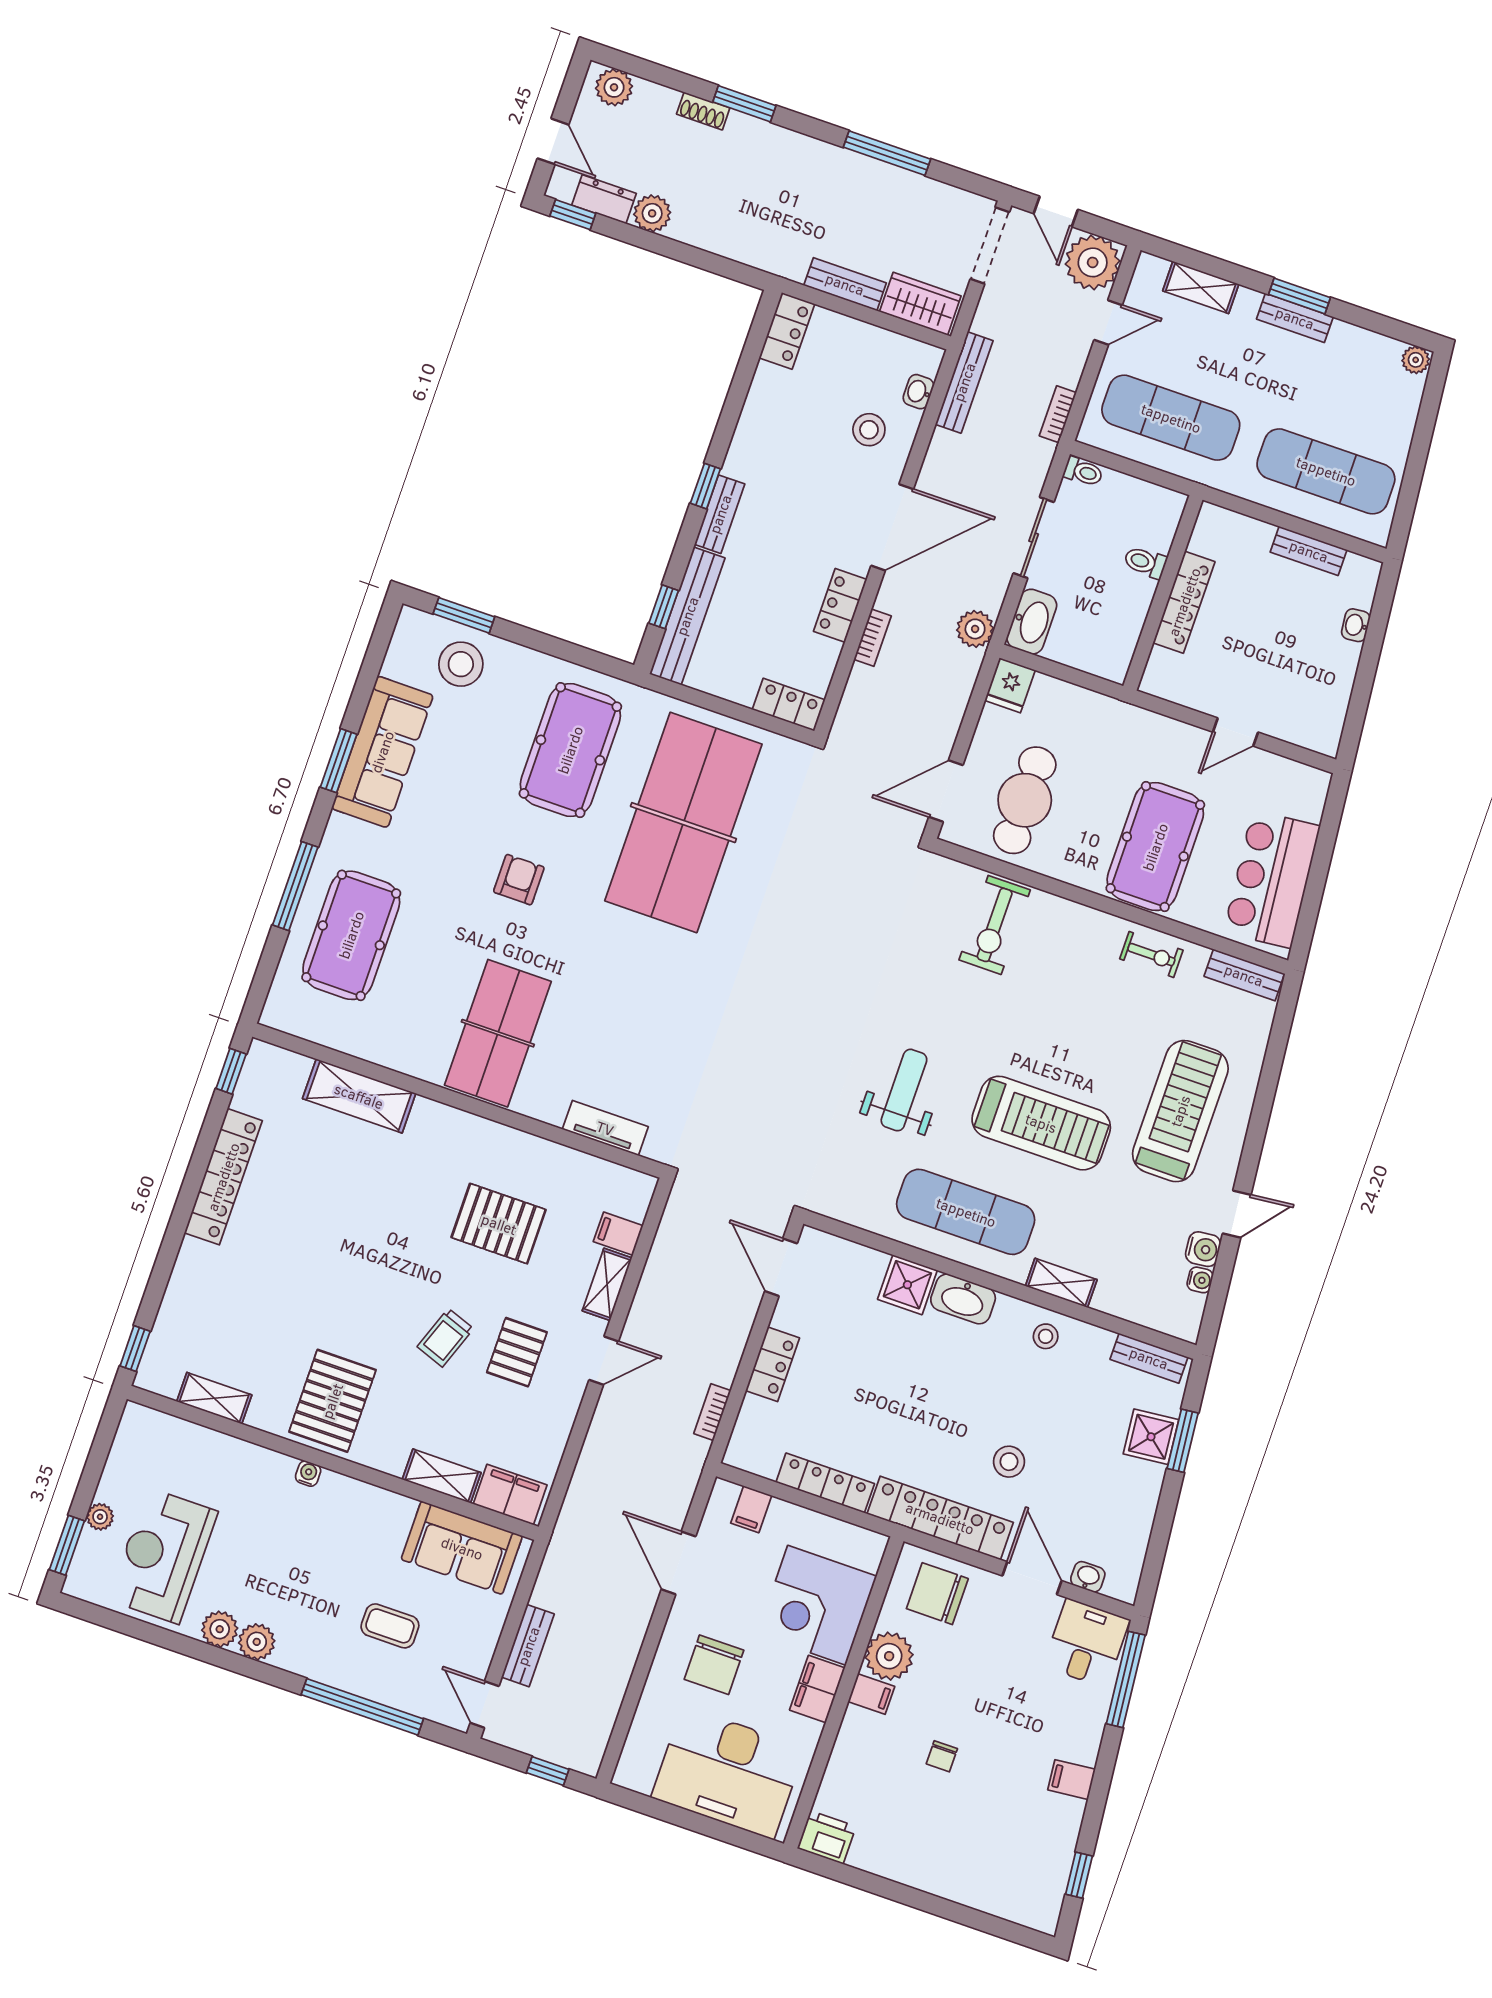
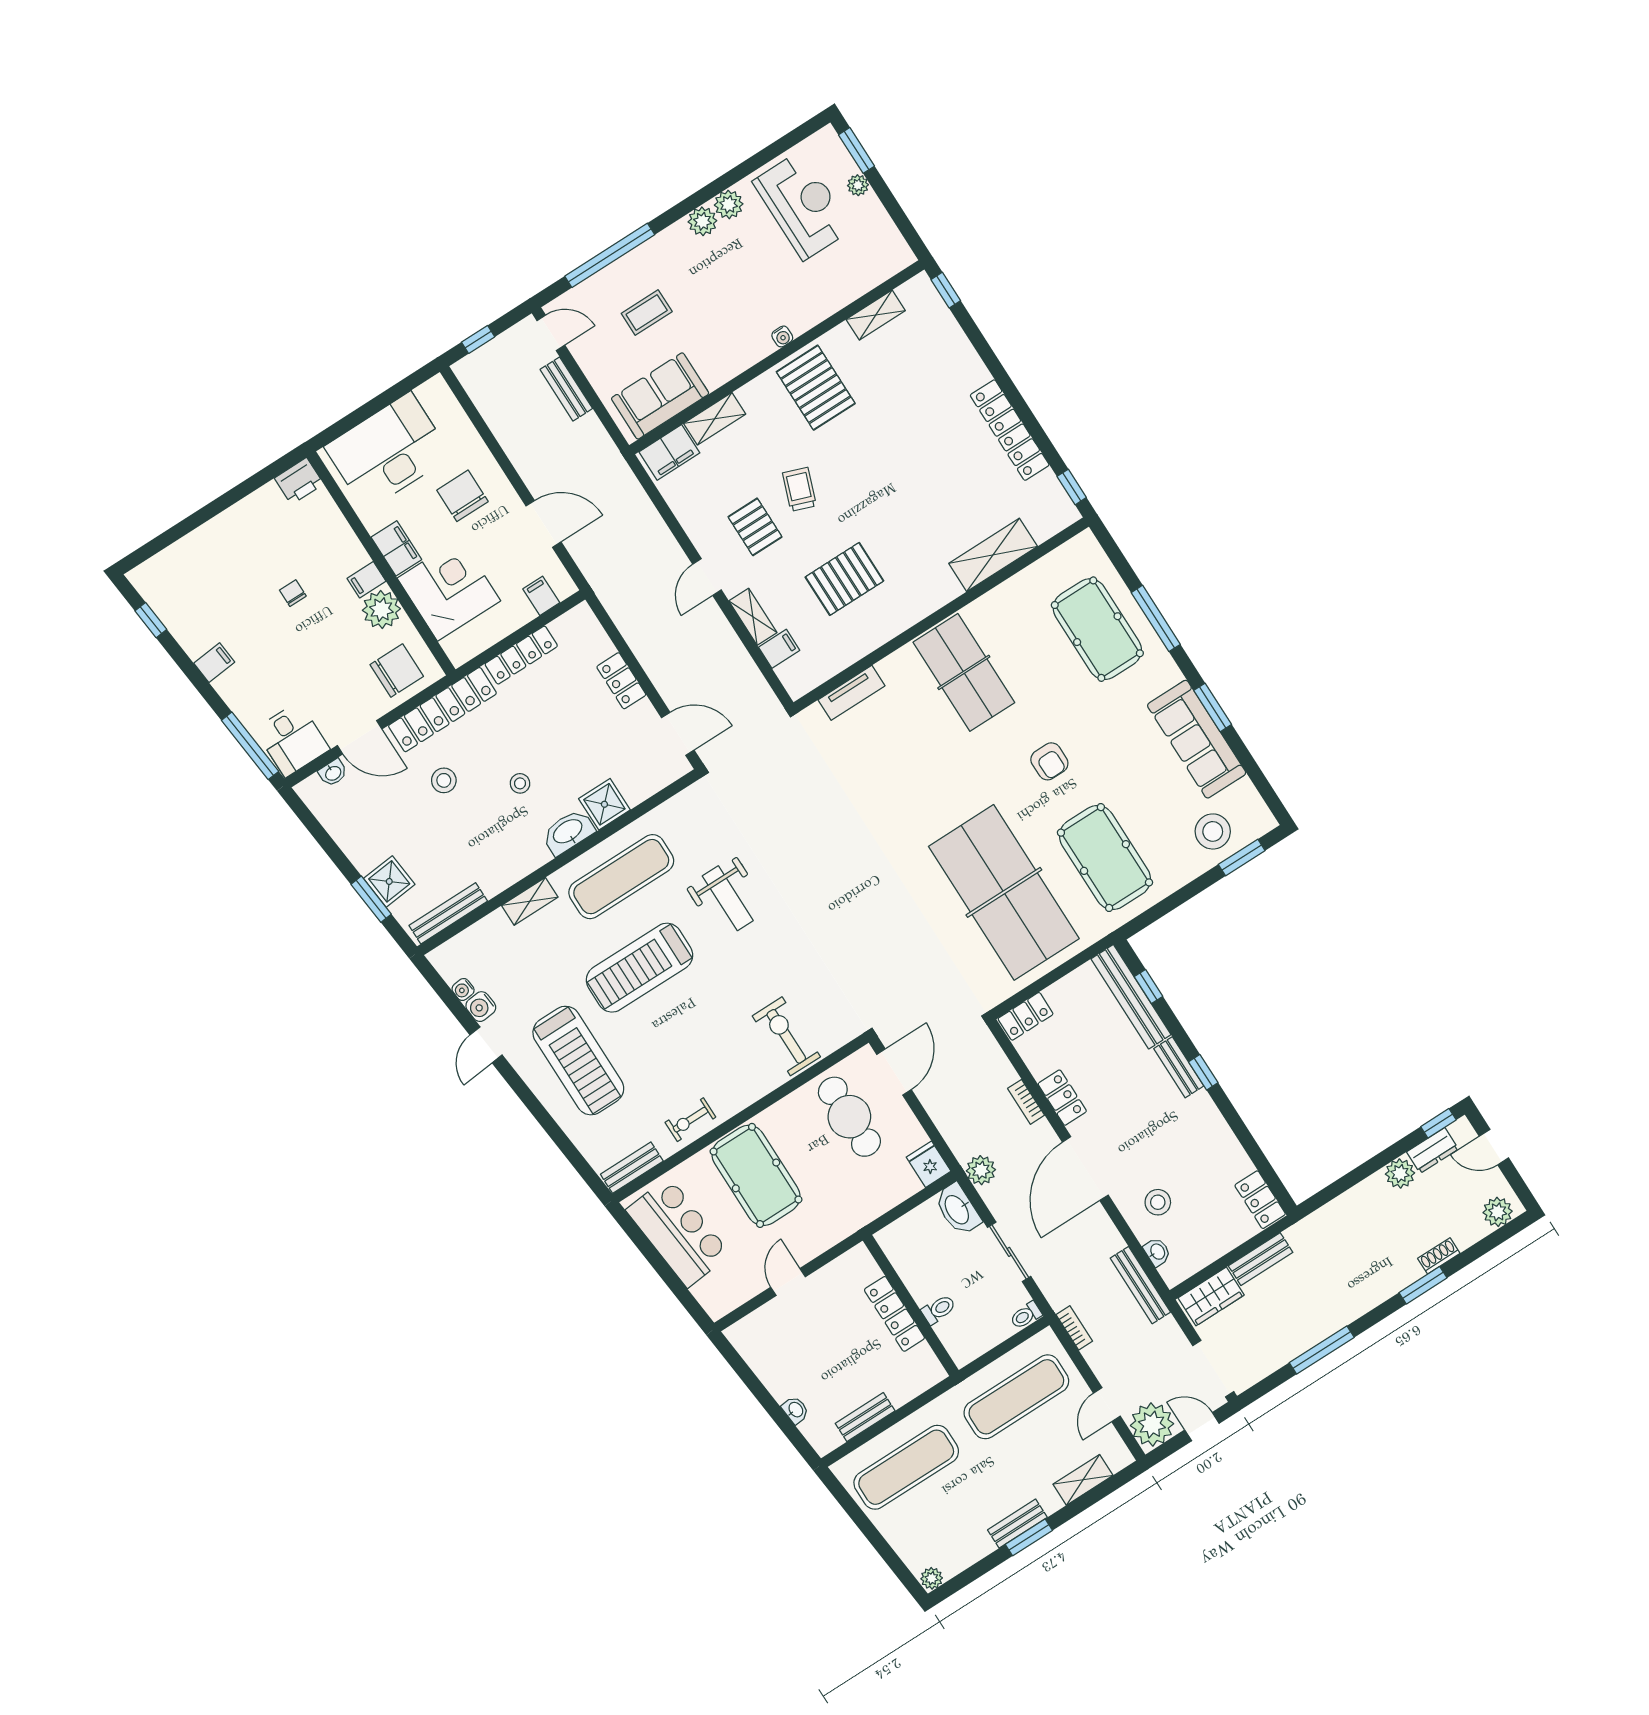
stool: (1046, 1336) -> (520, 783), moved
bench: (1149, 1358) -> (448, 913), width x1.36
bookcase: (712, 1412) -> (621, 619), removed

